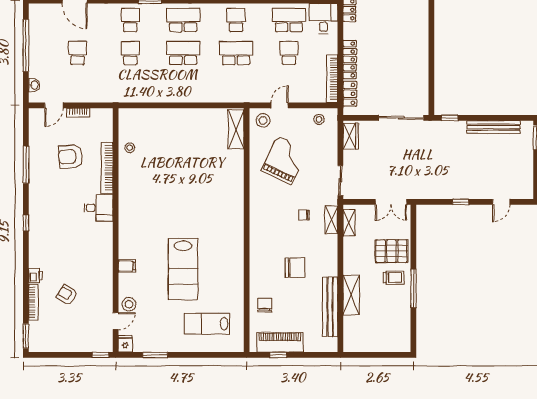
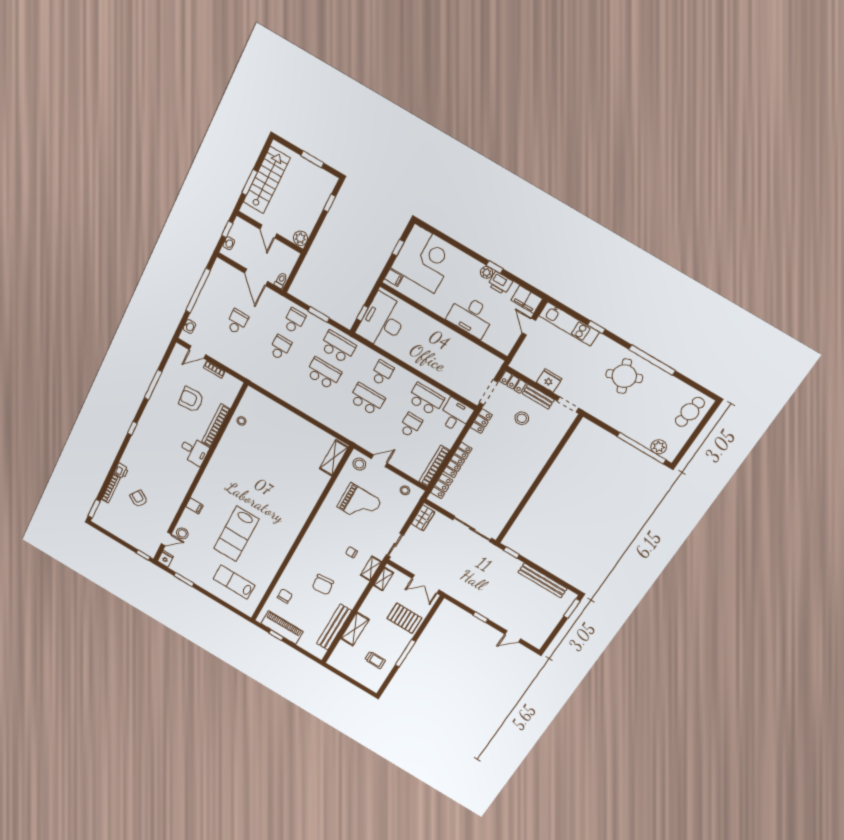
grand piano: (284, 160) -> (359, 504), turned 65
chair: (295, 268) -> (323, 585), turned 84
trolley: (394, 278) -> (375, 660), moved

